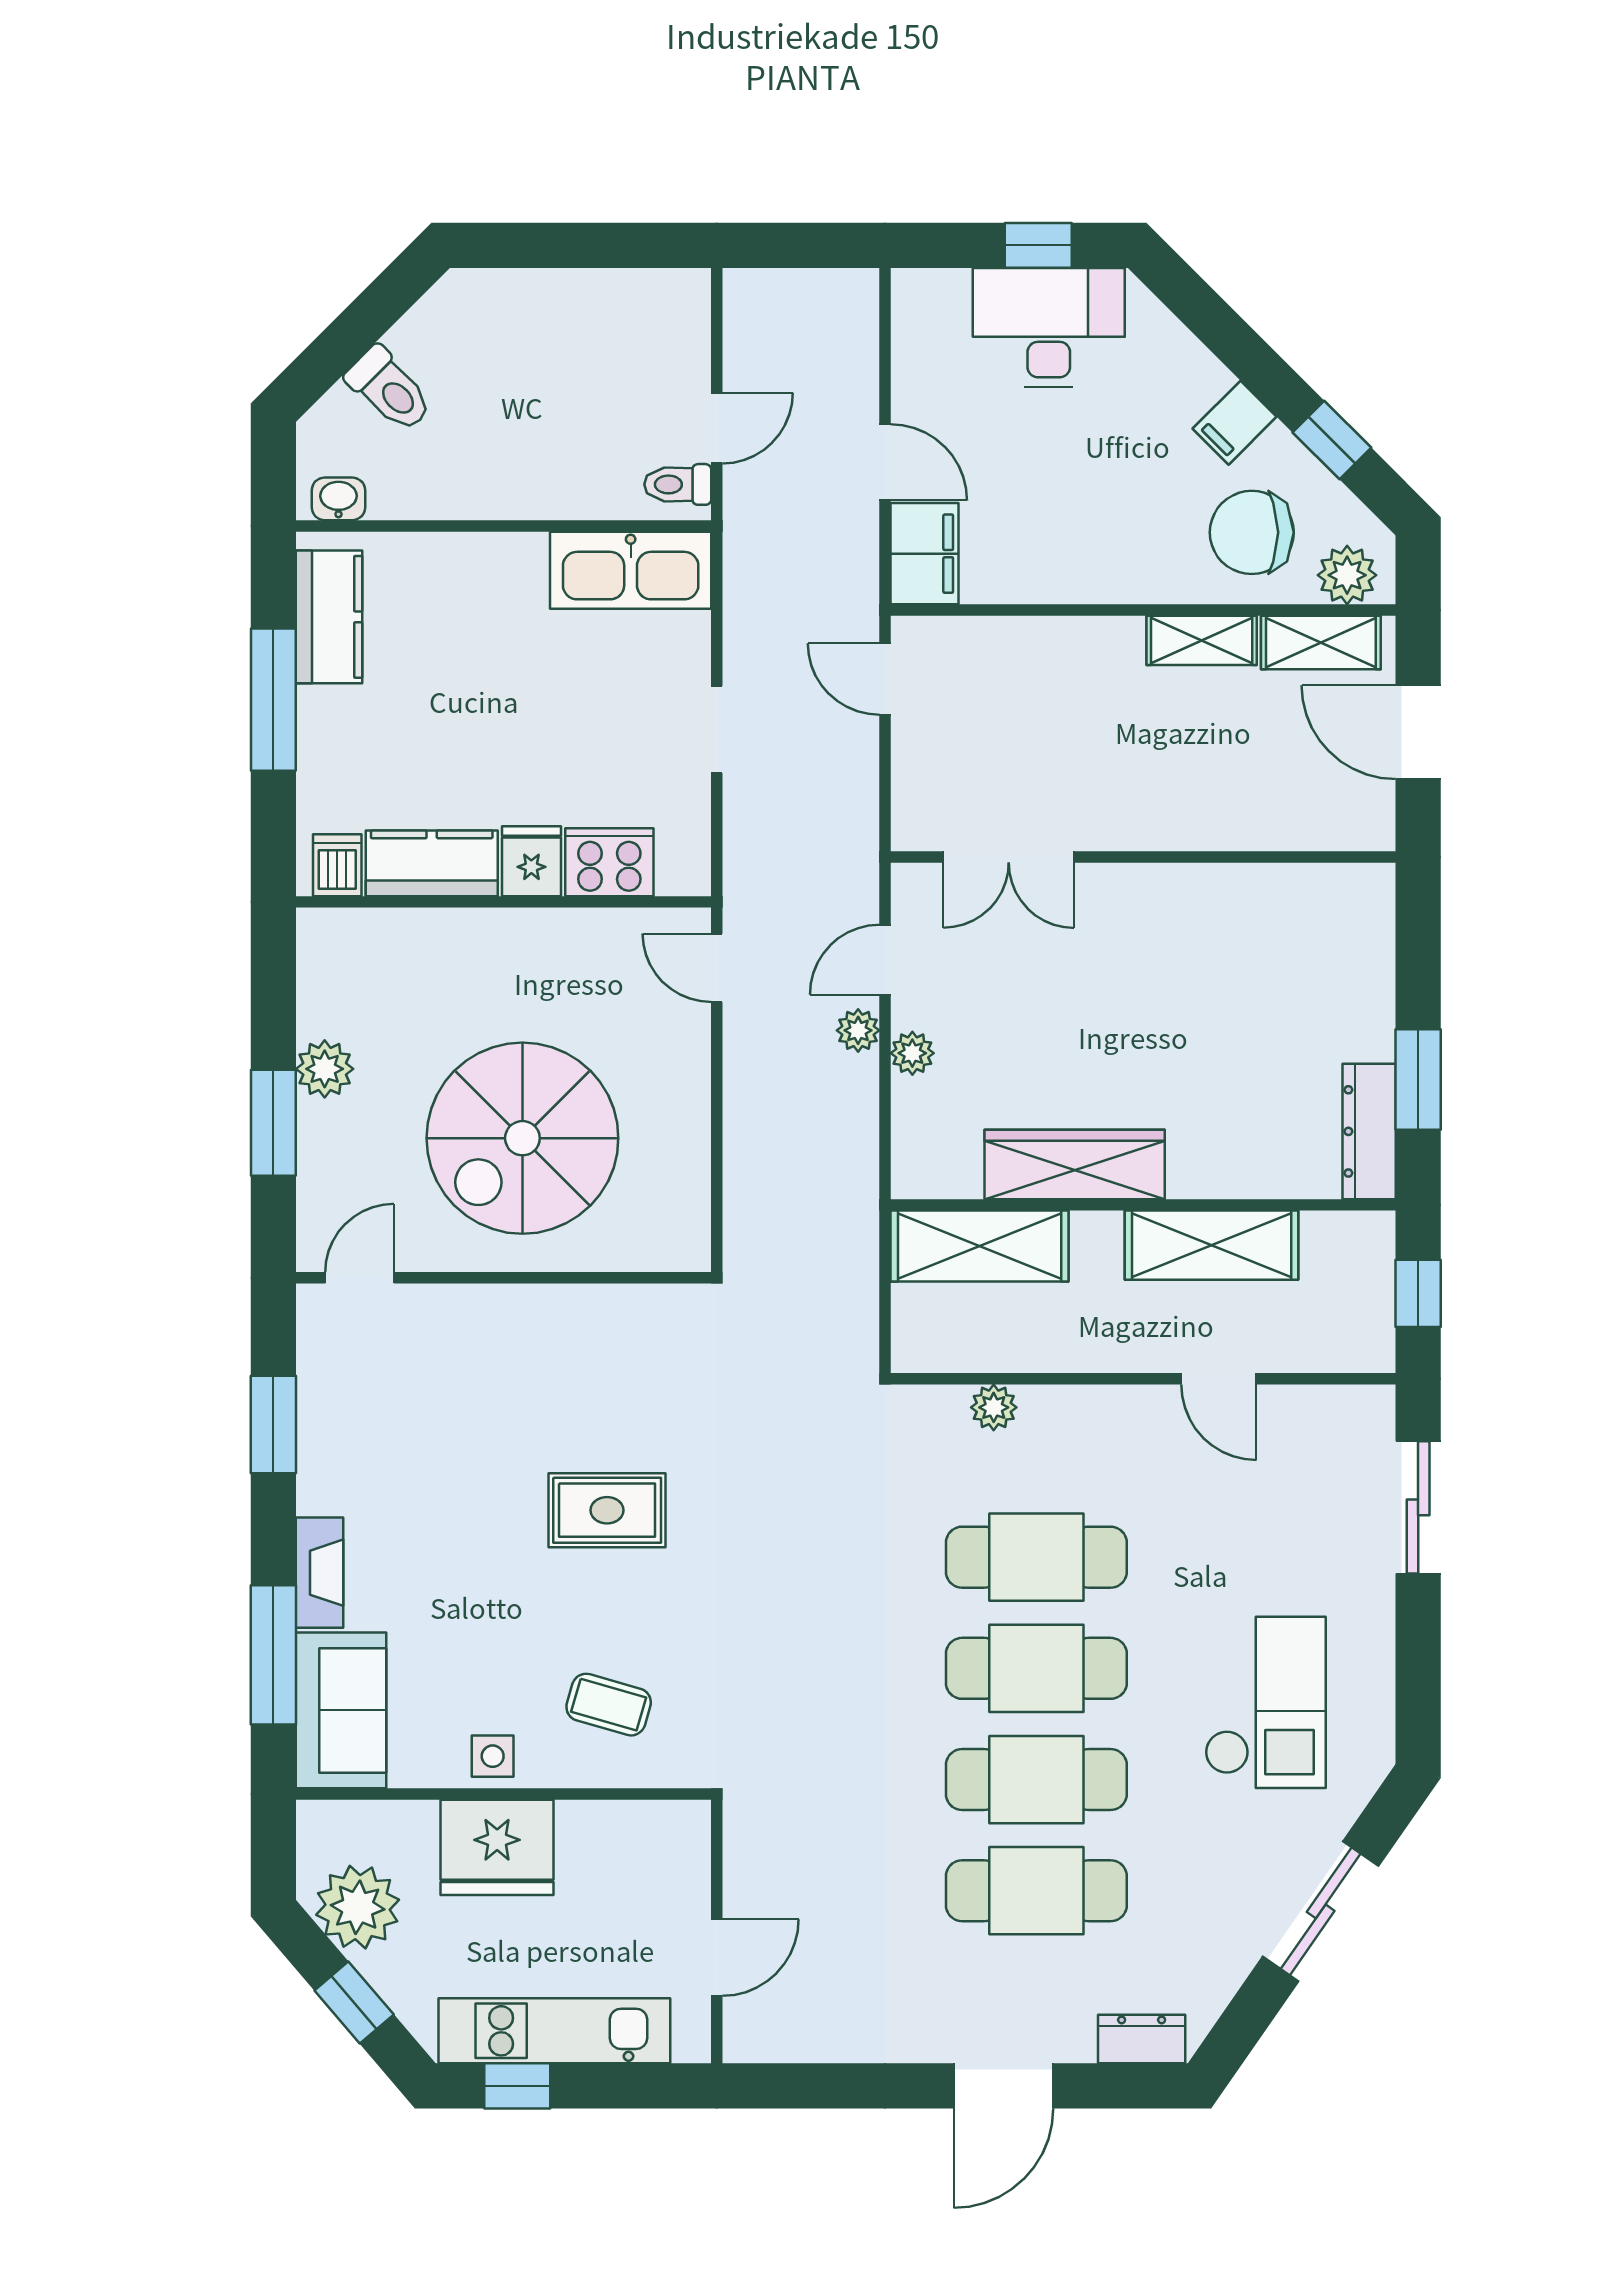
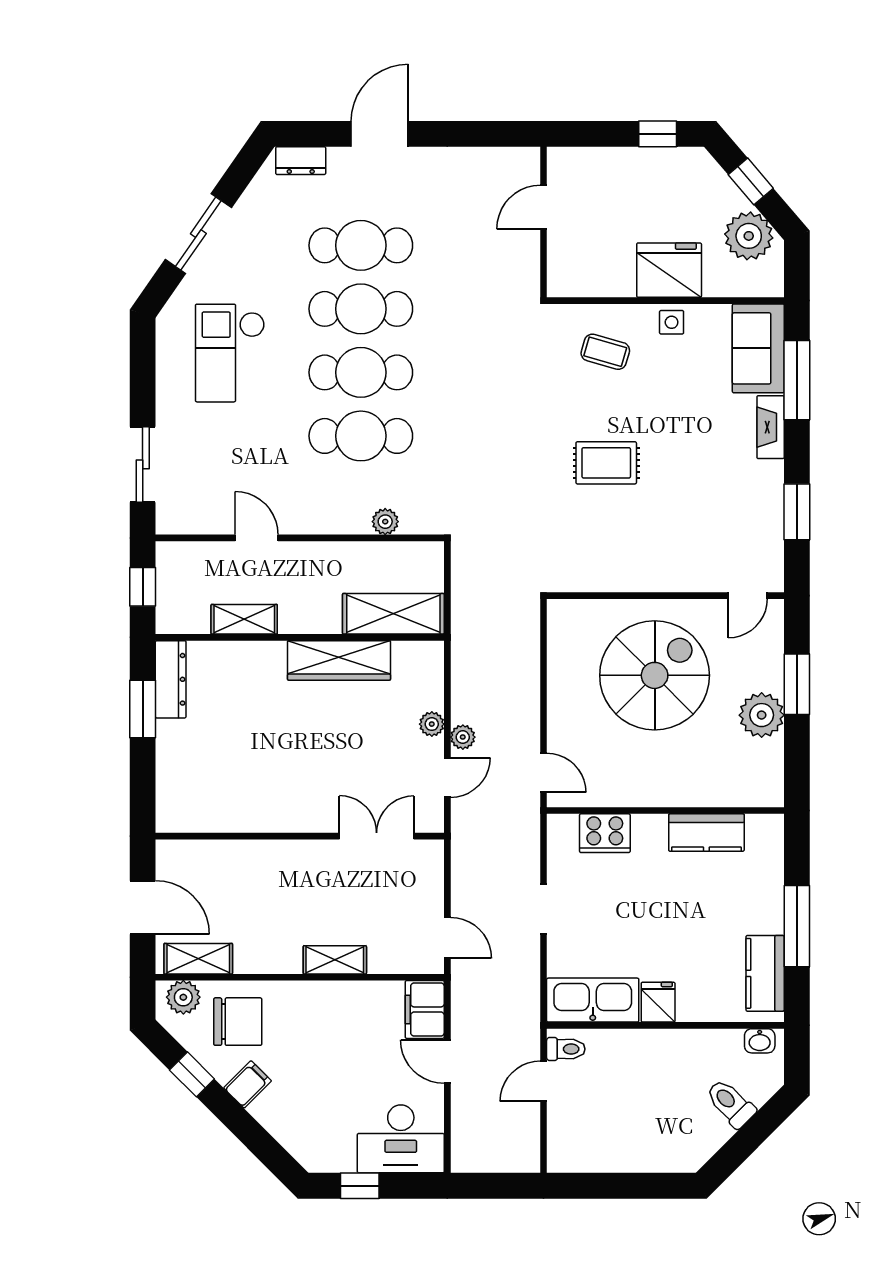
desk: (1049, 327) -> (401, 1139), moved
shelving: (1202, 640) -> (335, 960), moved
fridge: (531, 861) -> (658, 1002), moved, turned 180
dishwasher: (337, 865) -> (760, 831), removed
plant: (325, 1069) -> (762, 715), width x1.36, depth x1.36
shelving: (1212, 1245) -> (244, 619), width x0.67, depth x0.75
kitchen unit: (554, 2031) -> (636, 165), removed

